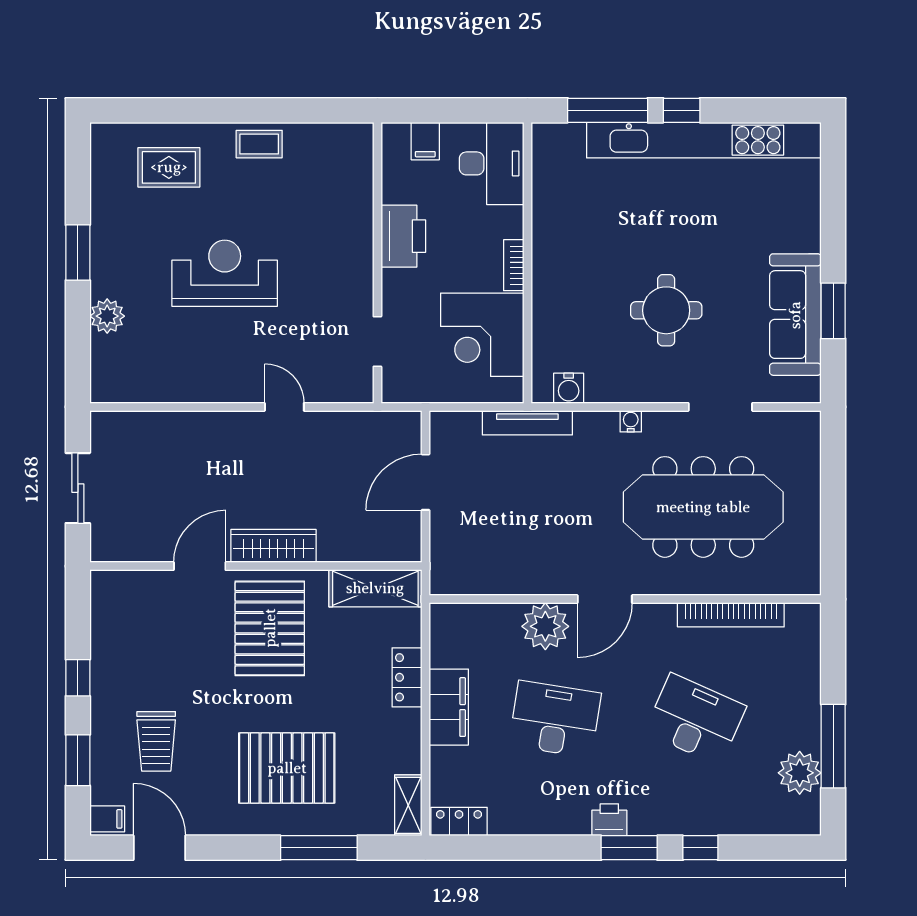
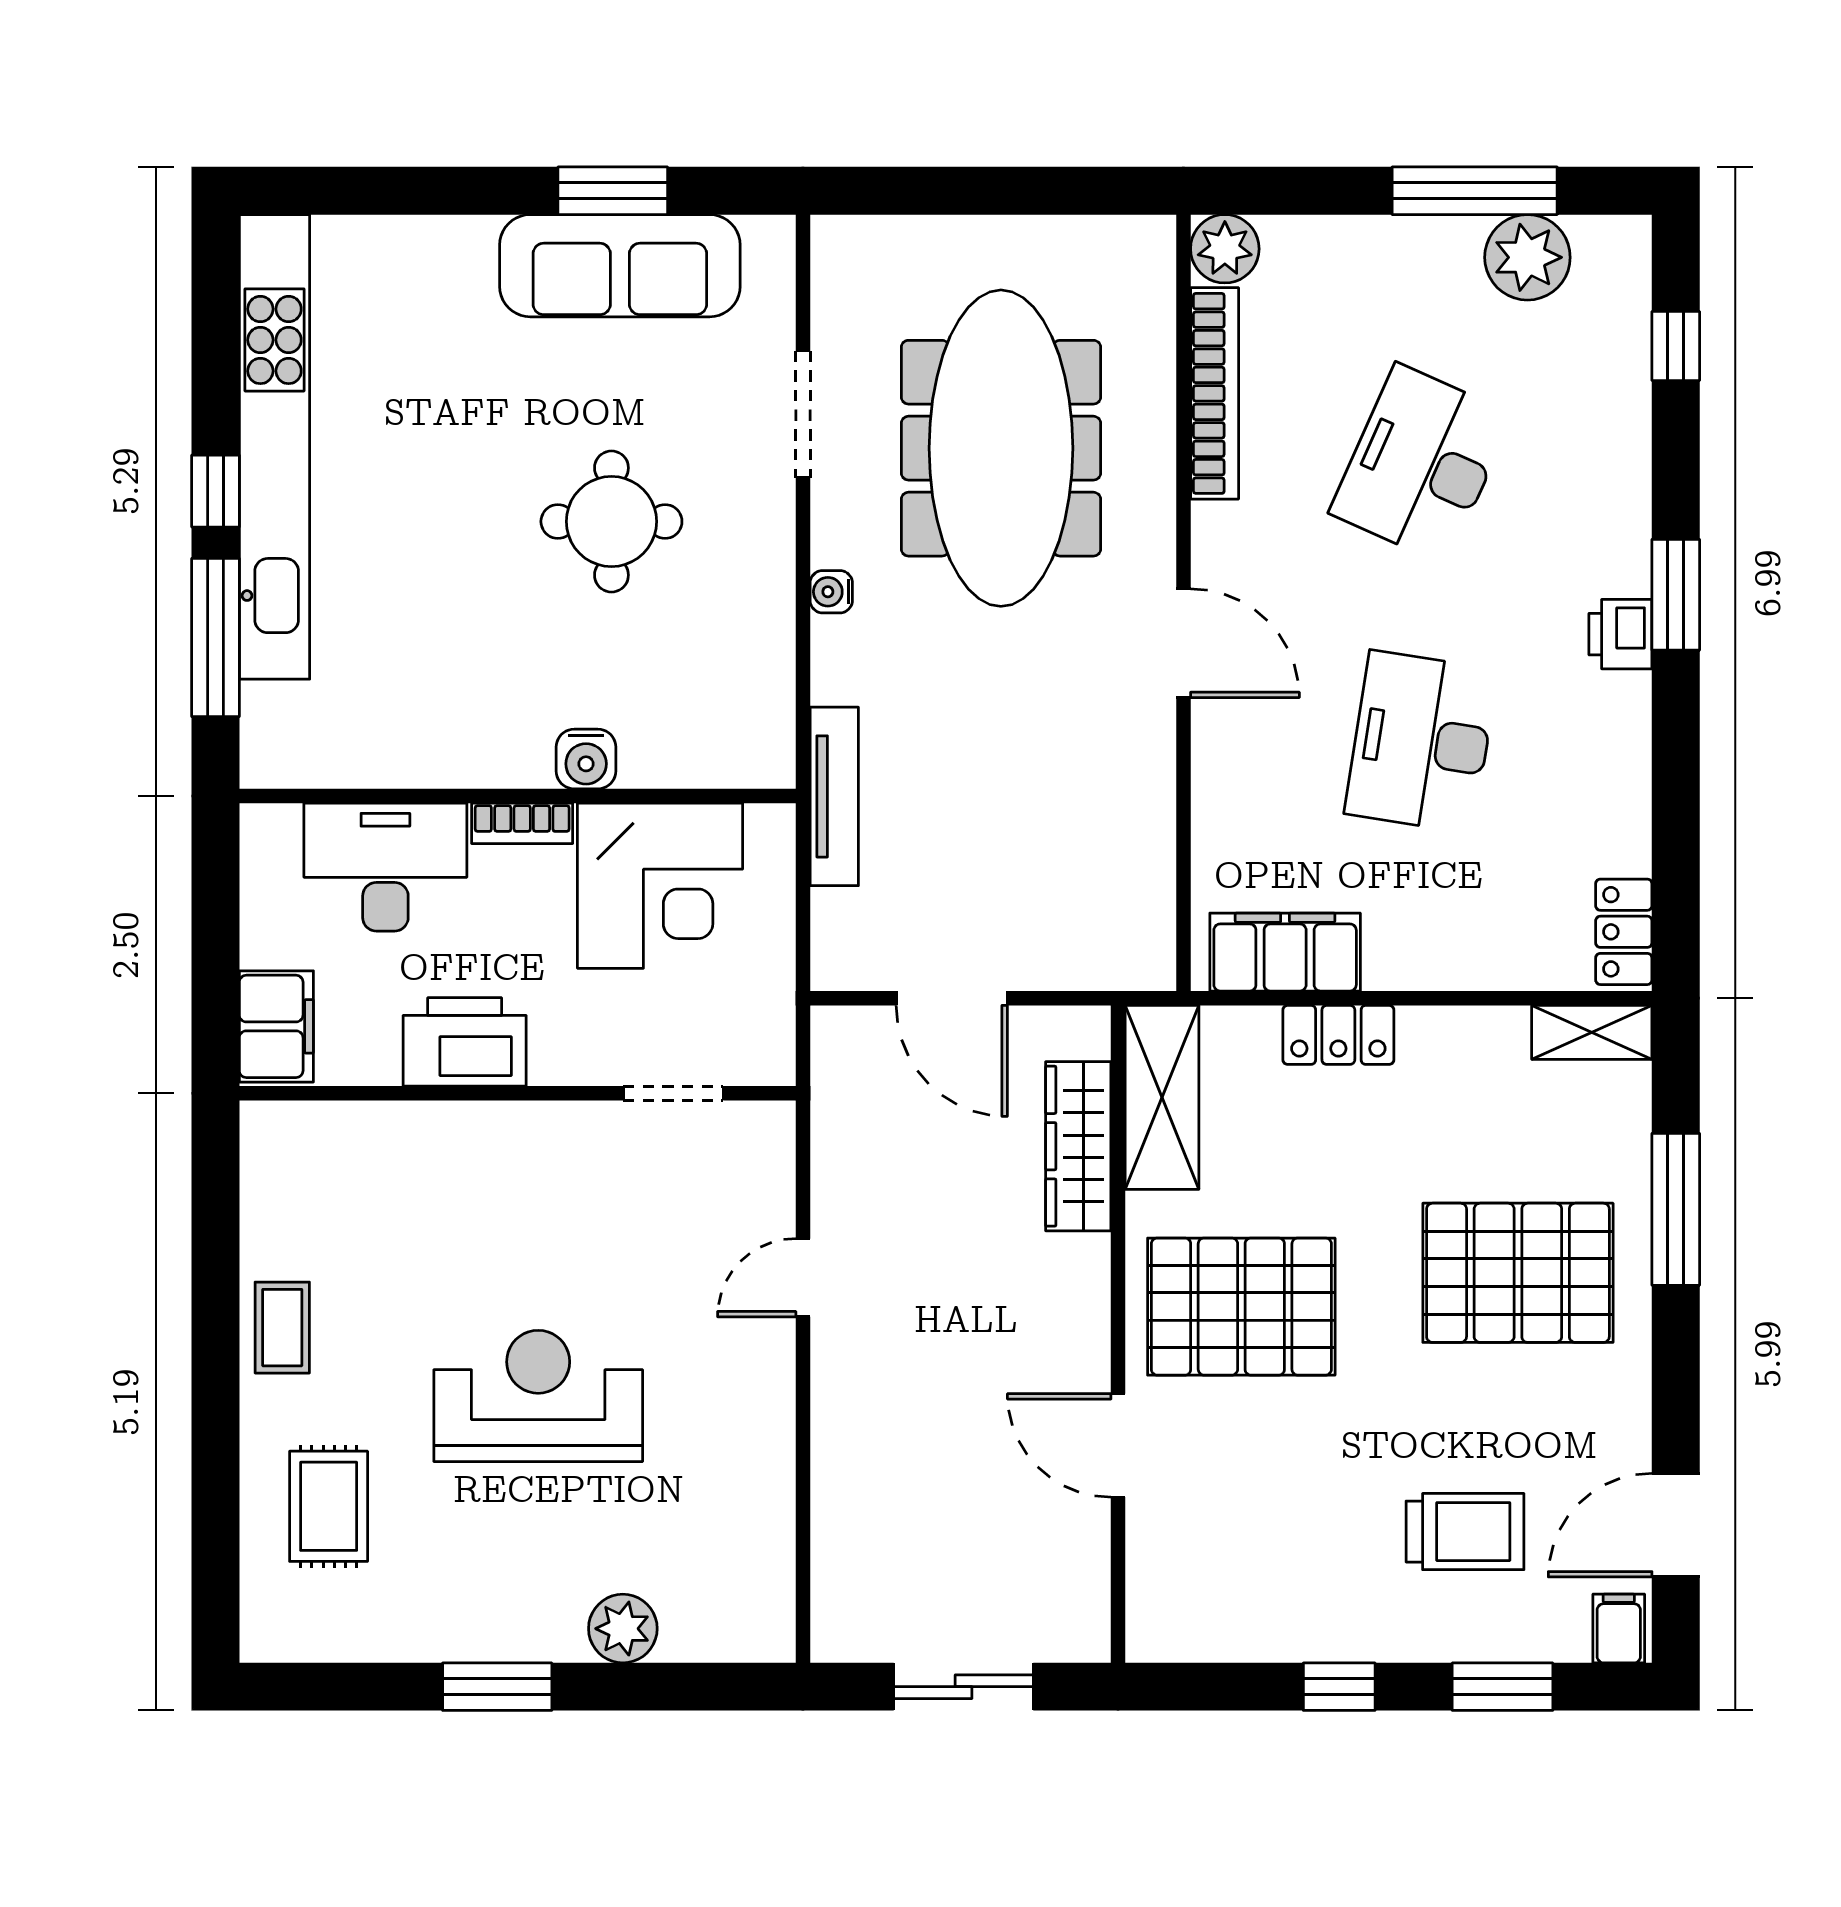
filing cabinet: (425, 141) -> (276, 1026), width x2.00
desk: (492, 163) -> (385, 867), moved
reception desk: (225, 273) -> (538, 1396), turned 90
water cooler: (569, 388) -> (586, 759), moved, turned 90
wardrobe: (273, 546) -> (1078, 1146), moved
plant: (545, 626) -> (1225, 249), moved, width x0.73, depth x0.73
filing cabinet: (449, 707) -> (1285, 952), moved
pallet: (287, 768) -> (1518, 1273), turned 90
window: (700, 848) -> (1676, 346), moved

